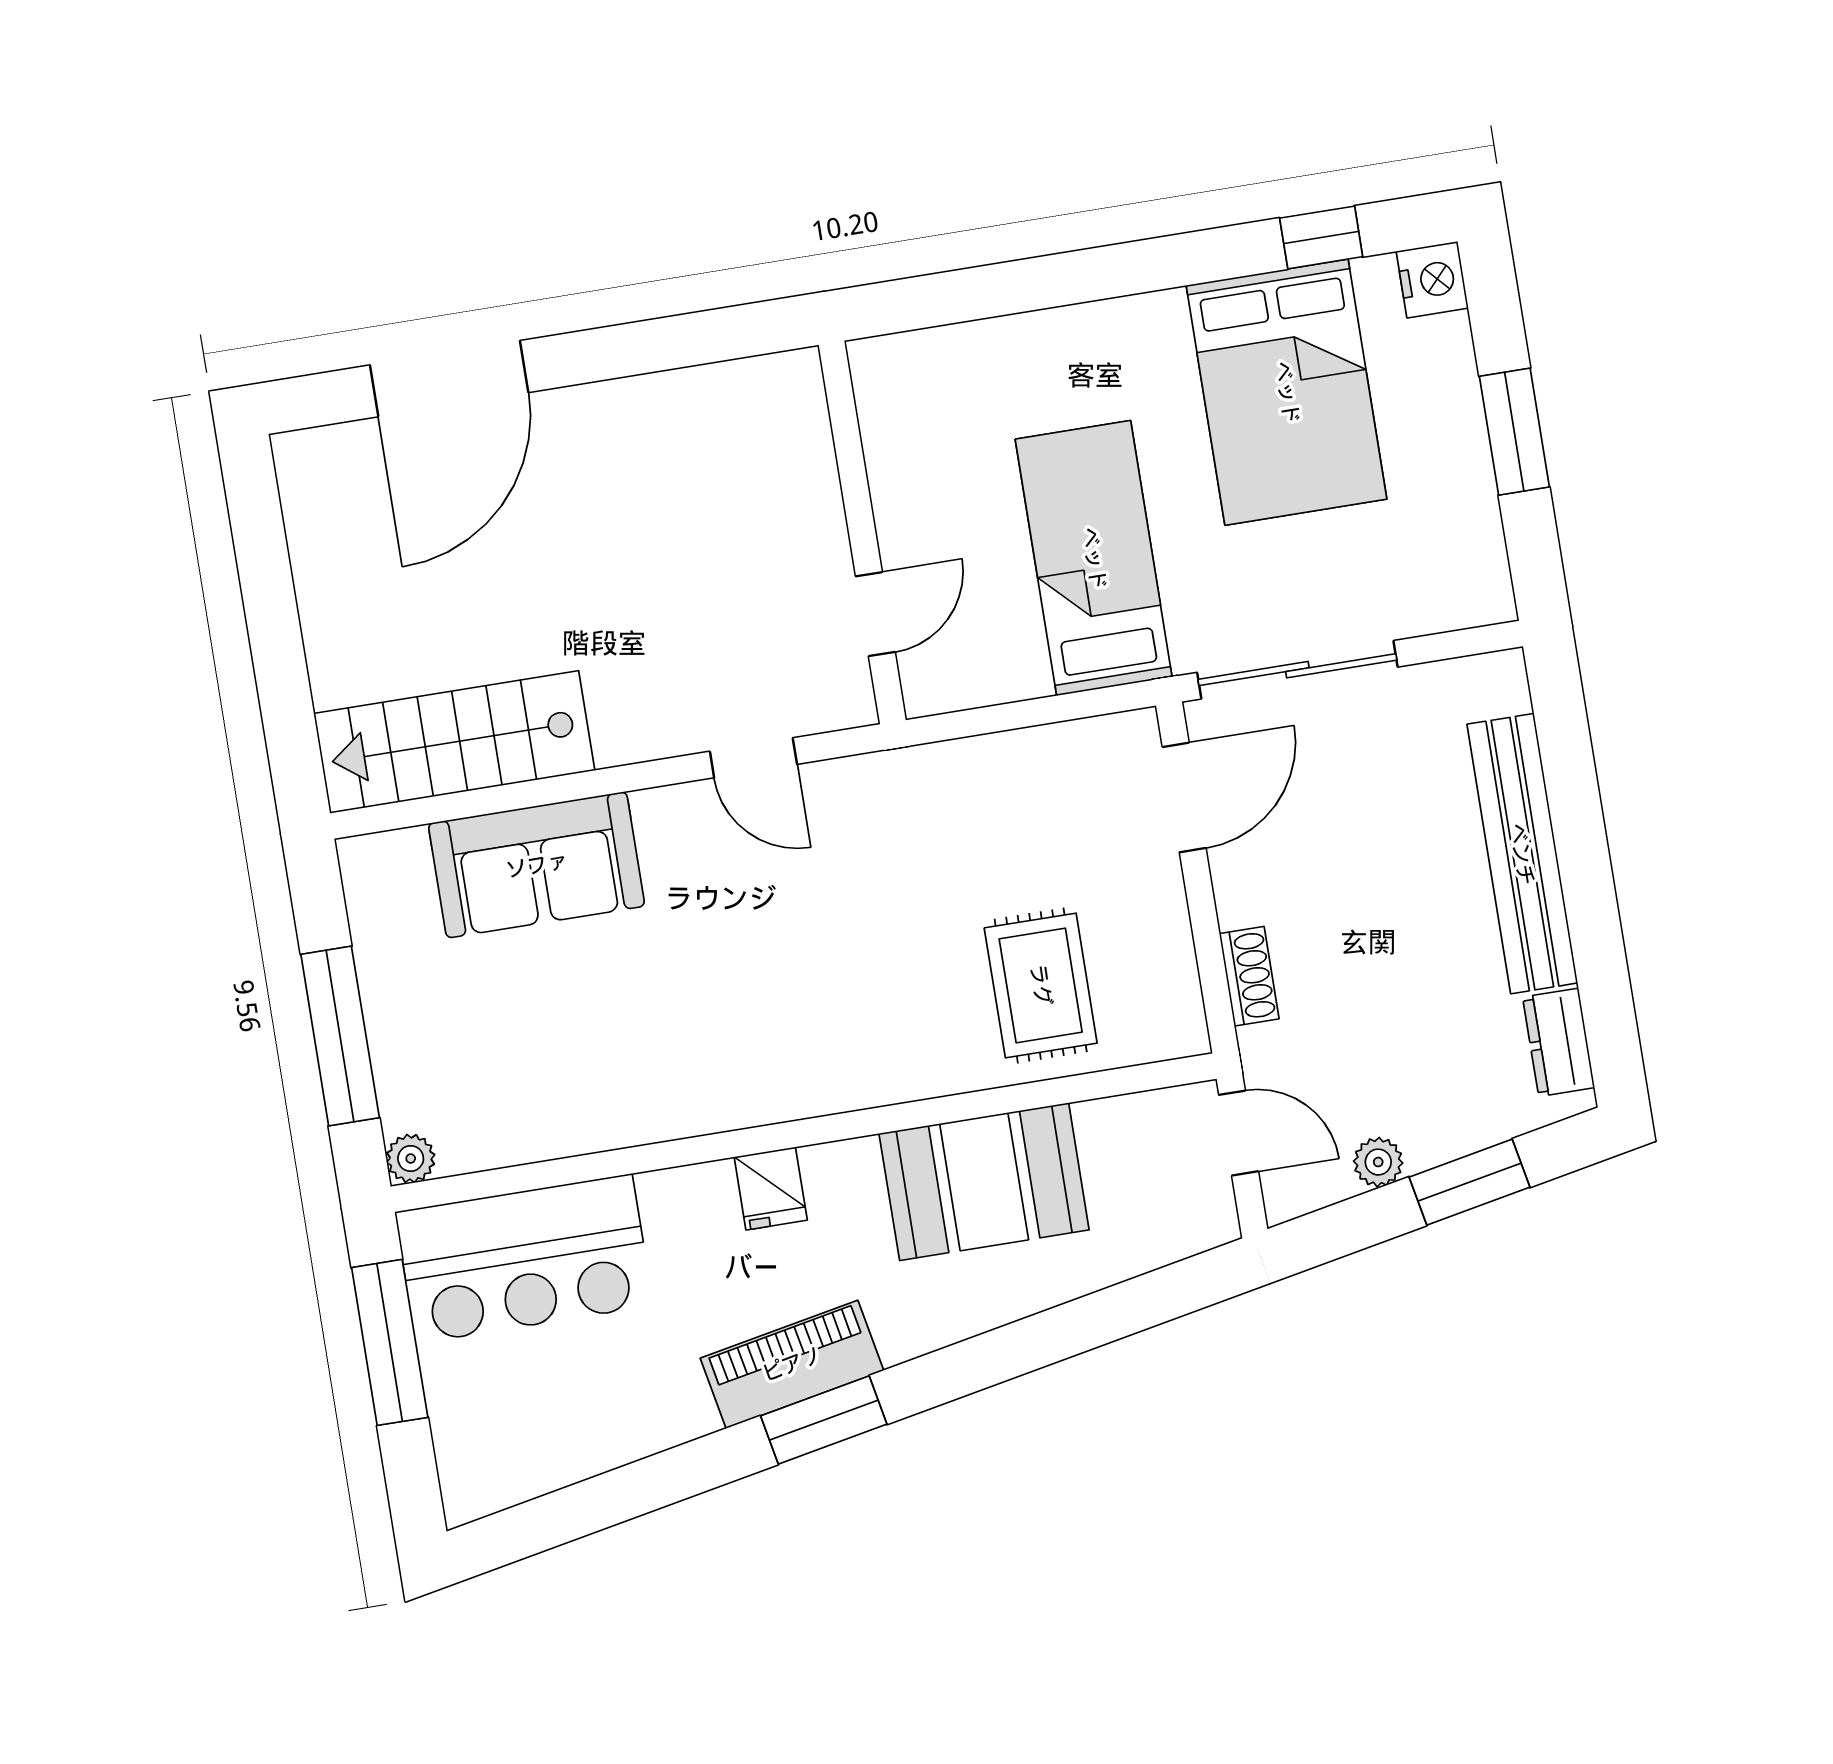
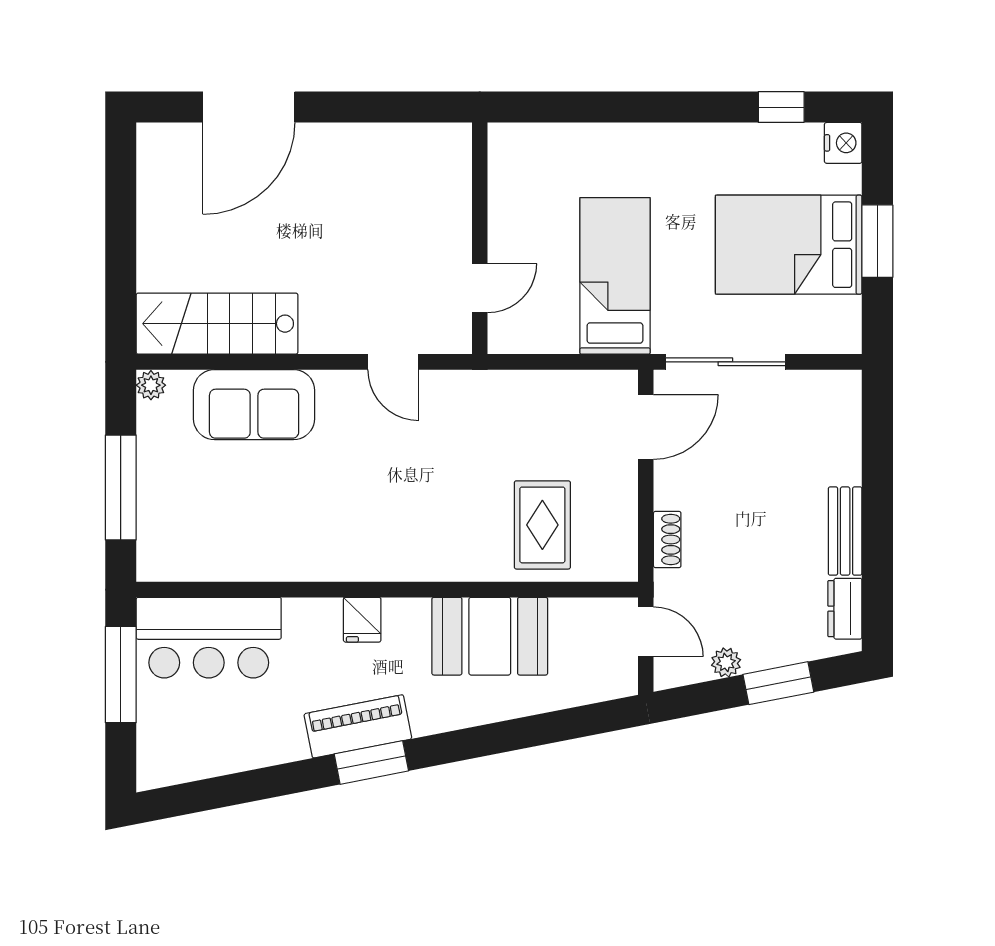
bed: (1287, 392) -> (789, 245), moved, turned 90
bench: (1522, 854) -> (845, 531), width x0.54, depth x0.82
plant: (411, 1158) -> (151, 385), moved

